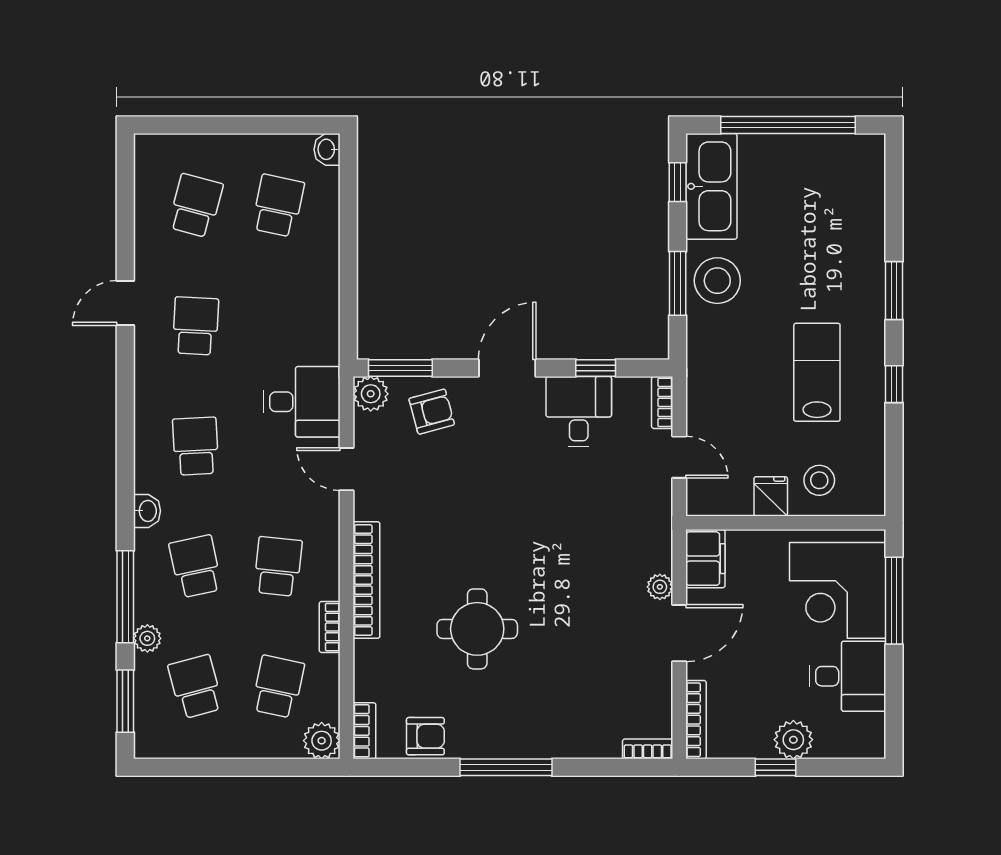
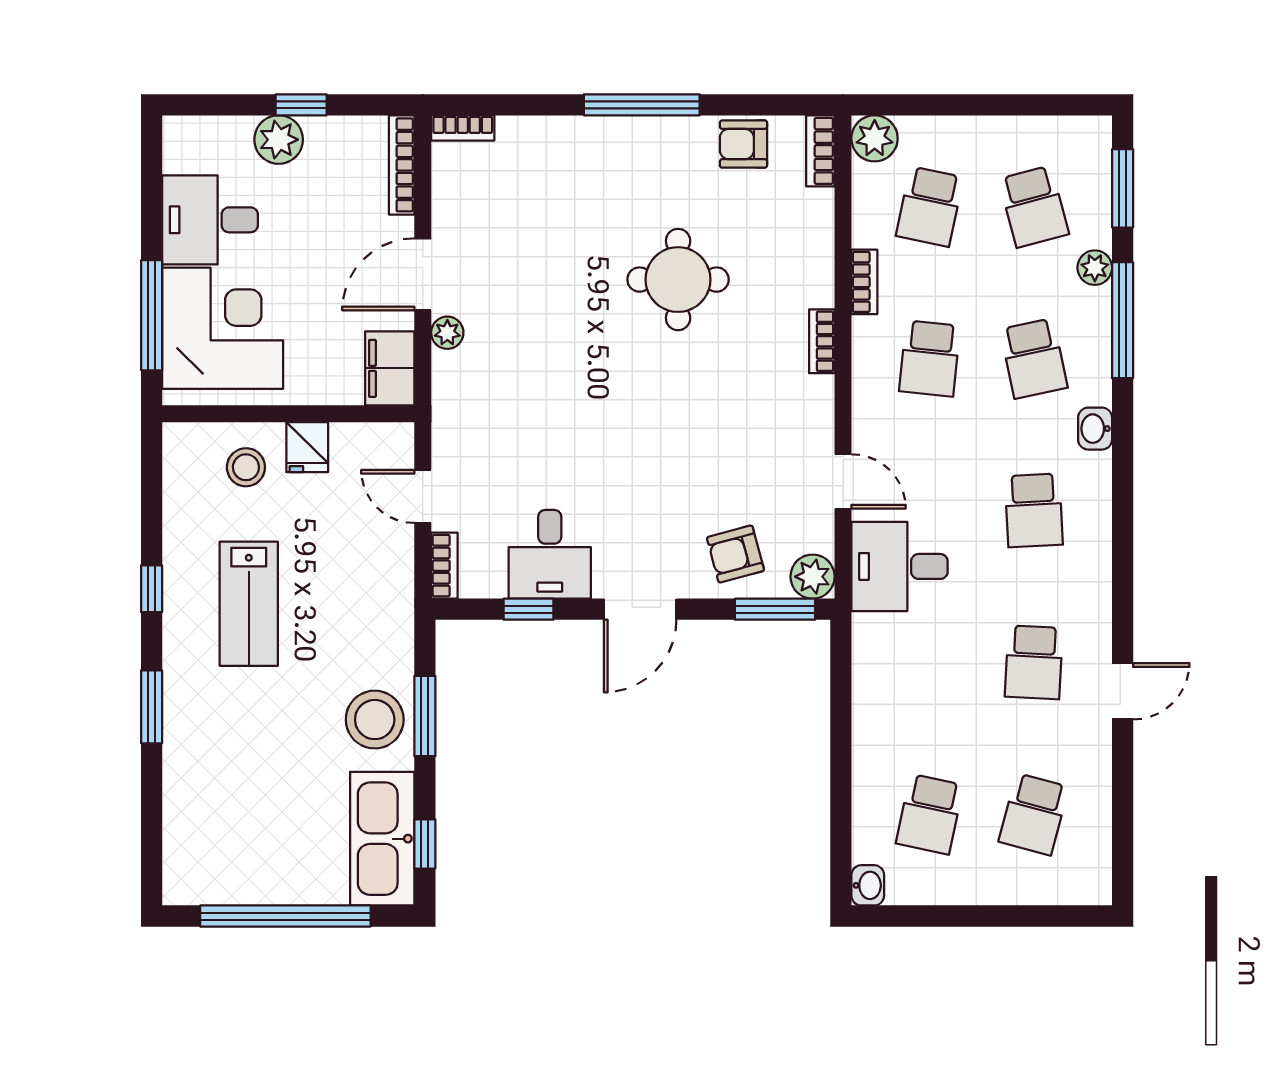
bookcase: (366, 580) -> (822, 341), width x0.43, depth x0.76

